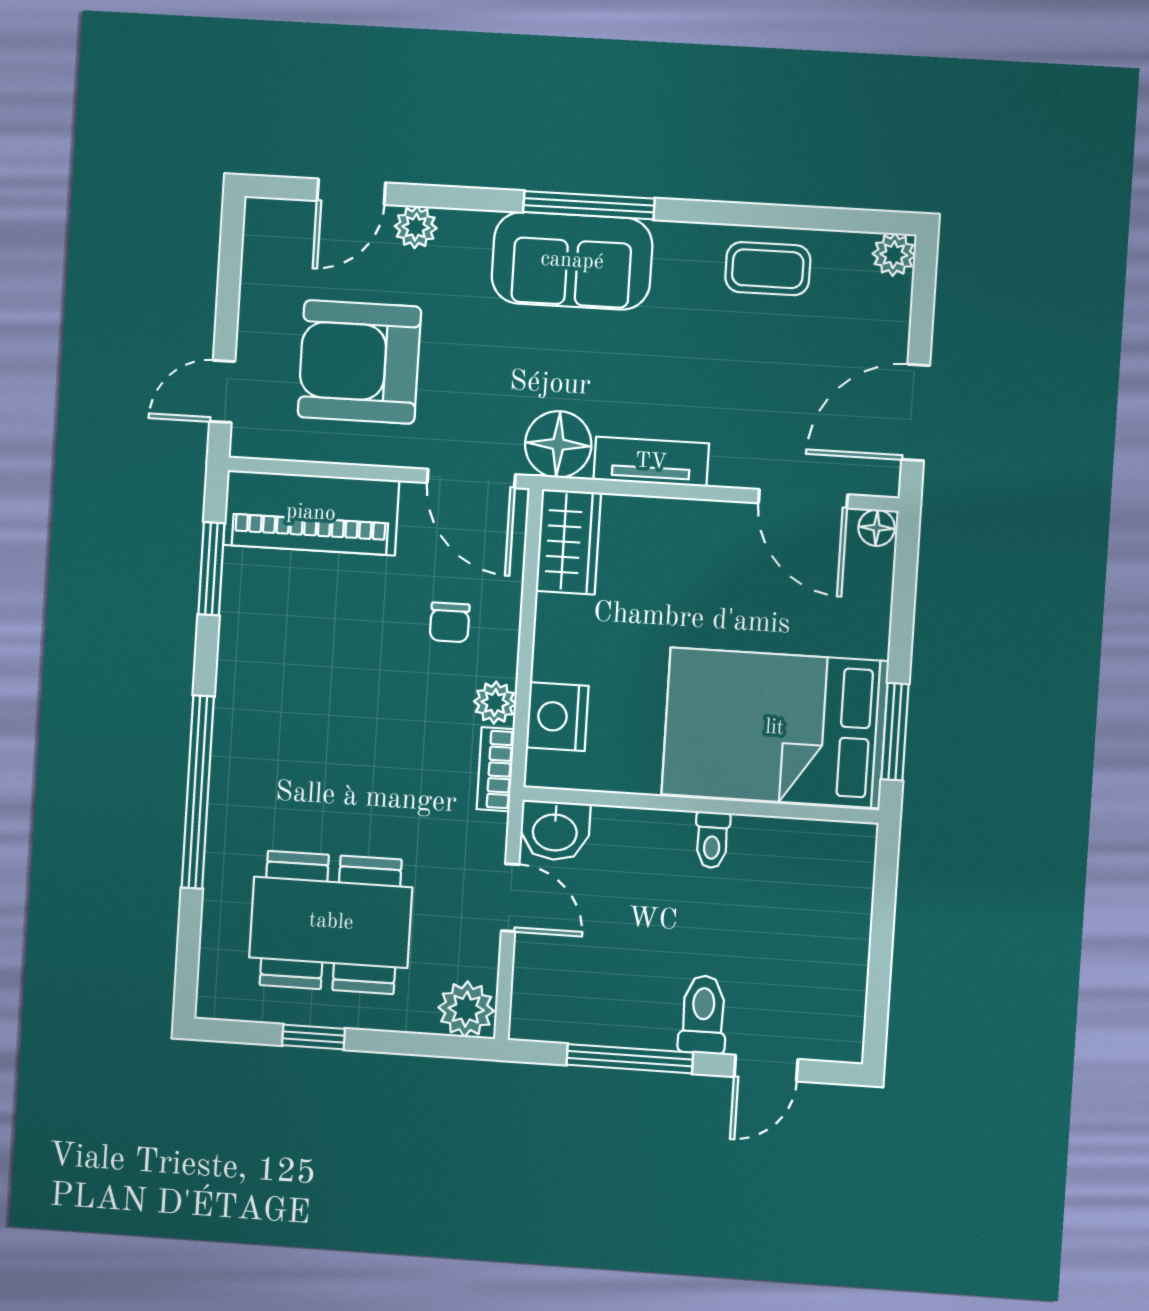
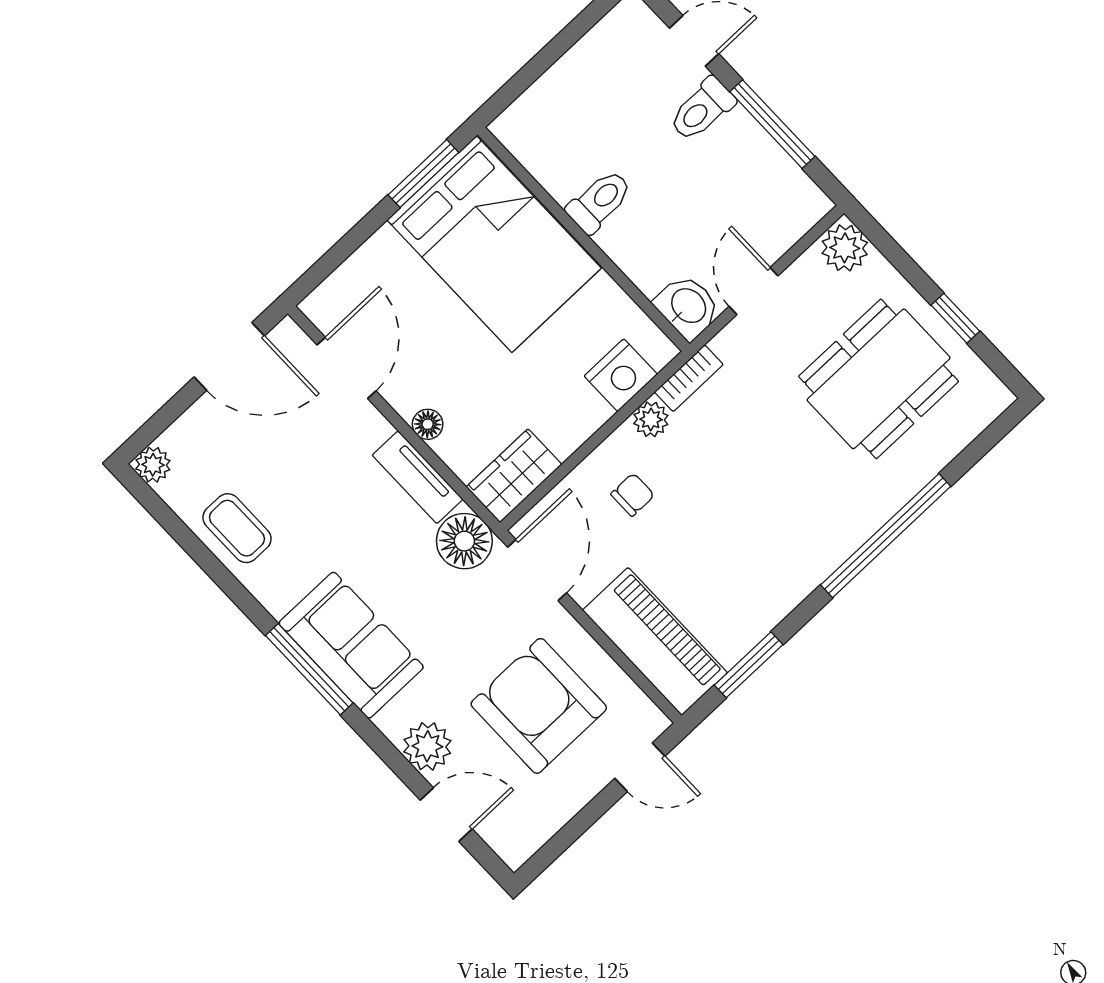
plant: (416, 227) -> (427, 746), width x1.38, depth x1.38
armchair: (359, 362) -> (539, 706), turned 180
floor lamp: (877, 528) -> (428, 424), moved
toilet: (712, 840) -> (599, 201), width x1.37, depth x1.39
dining table: (331, 922) -> (879, 379), turned 90

